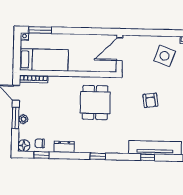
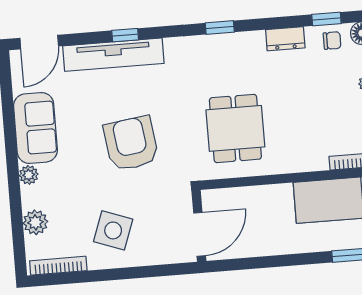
armchair: (150, 100) -> (131, 143), width x1.88, depth x1.88

